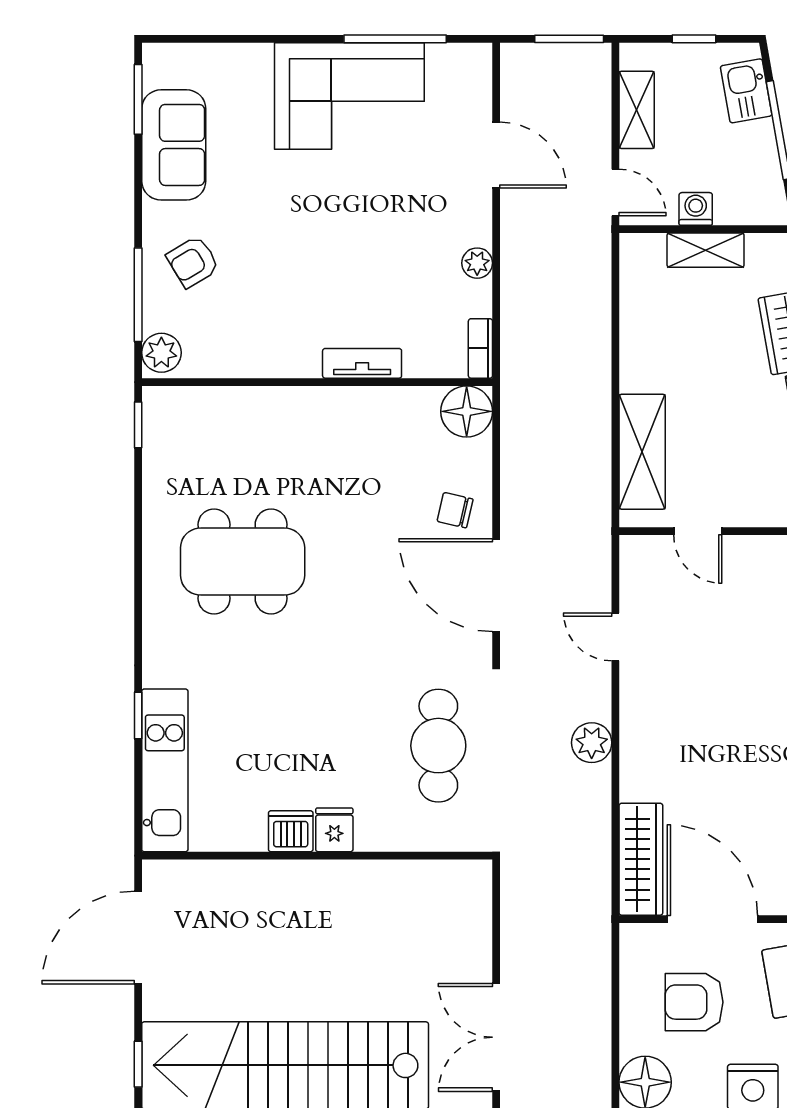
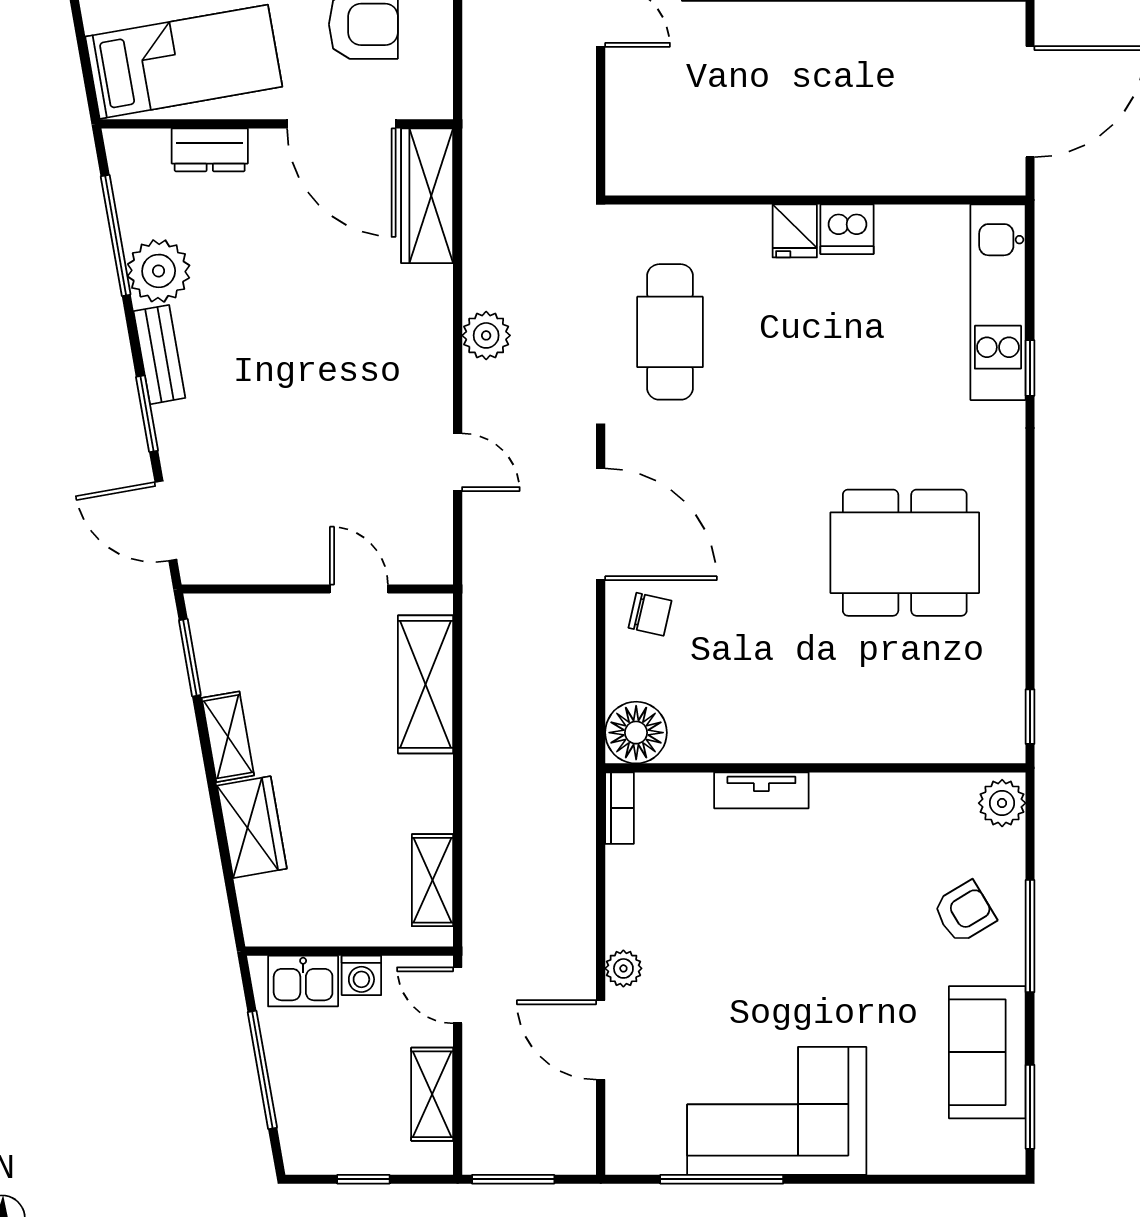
kitchen sink: (746, 91) -> (303, 981), moved, turned 100
shelving: (706, 250) -> (432, 880), moved, turned 90
plant: (477, 263) -> (623, 968), moved
window: (138, 295) -> (1030, 936), moved

